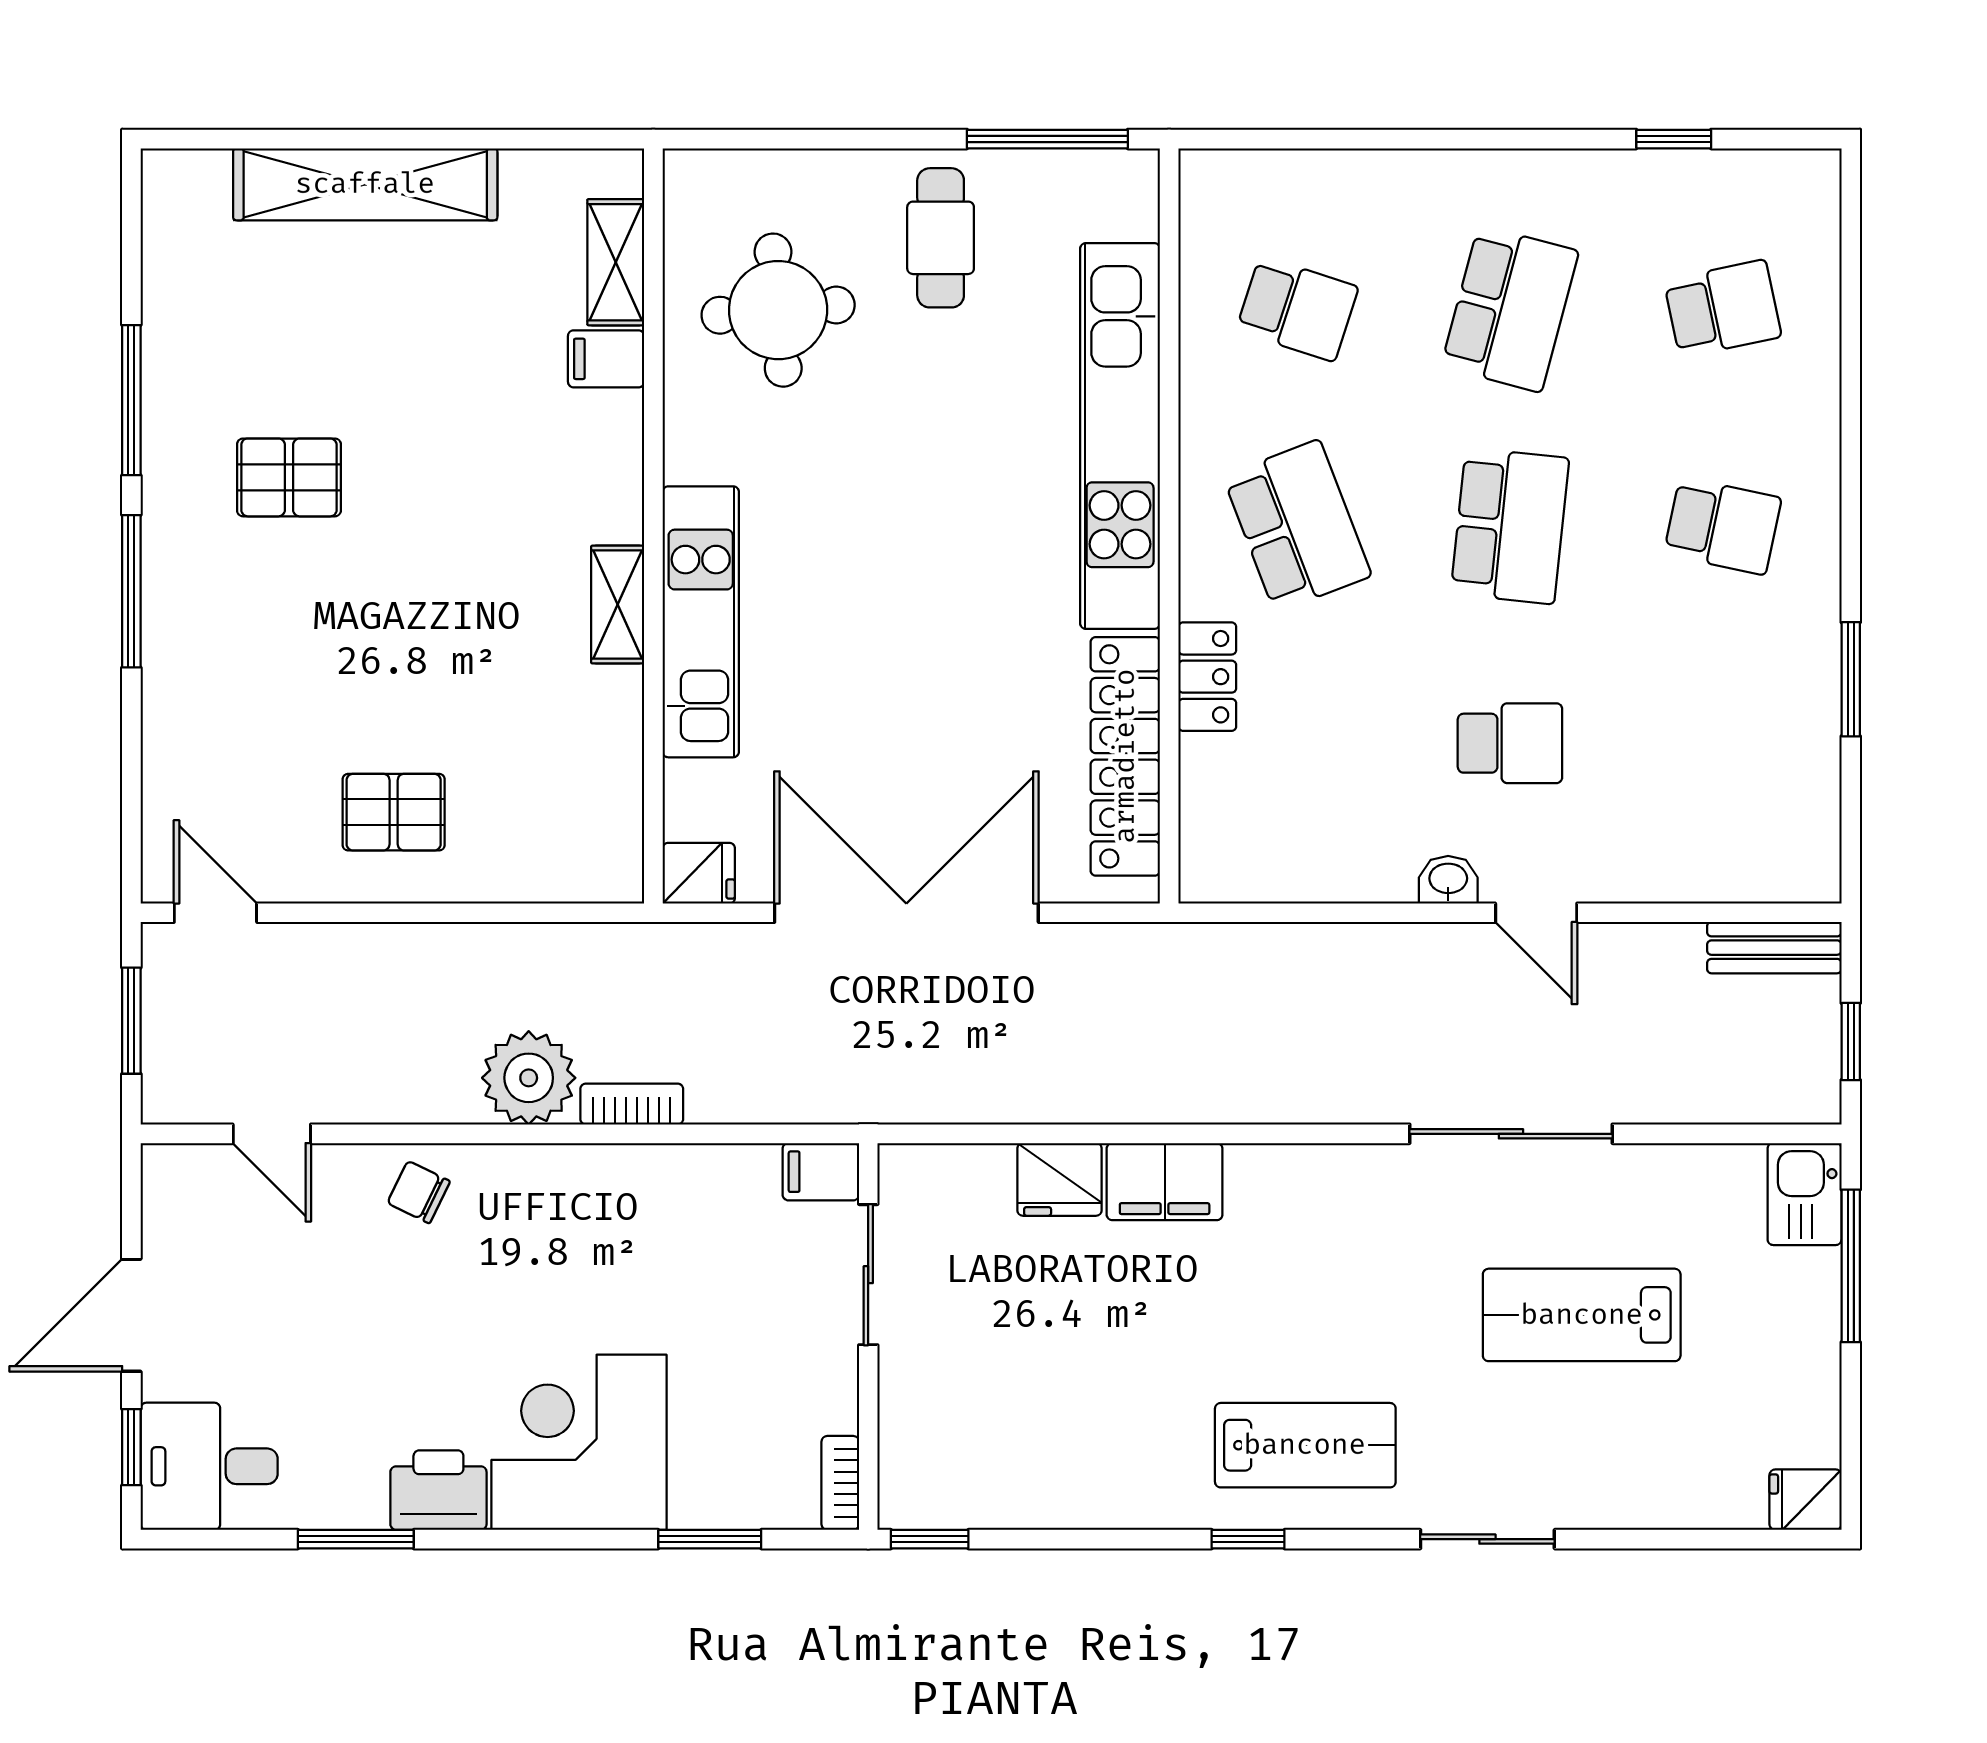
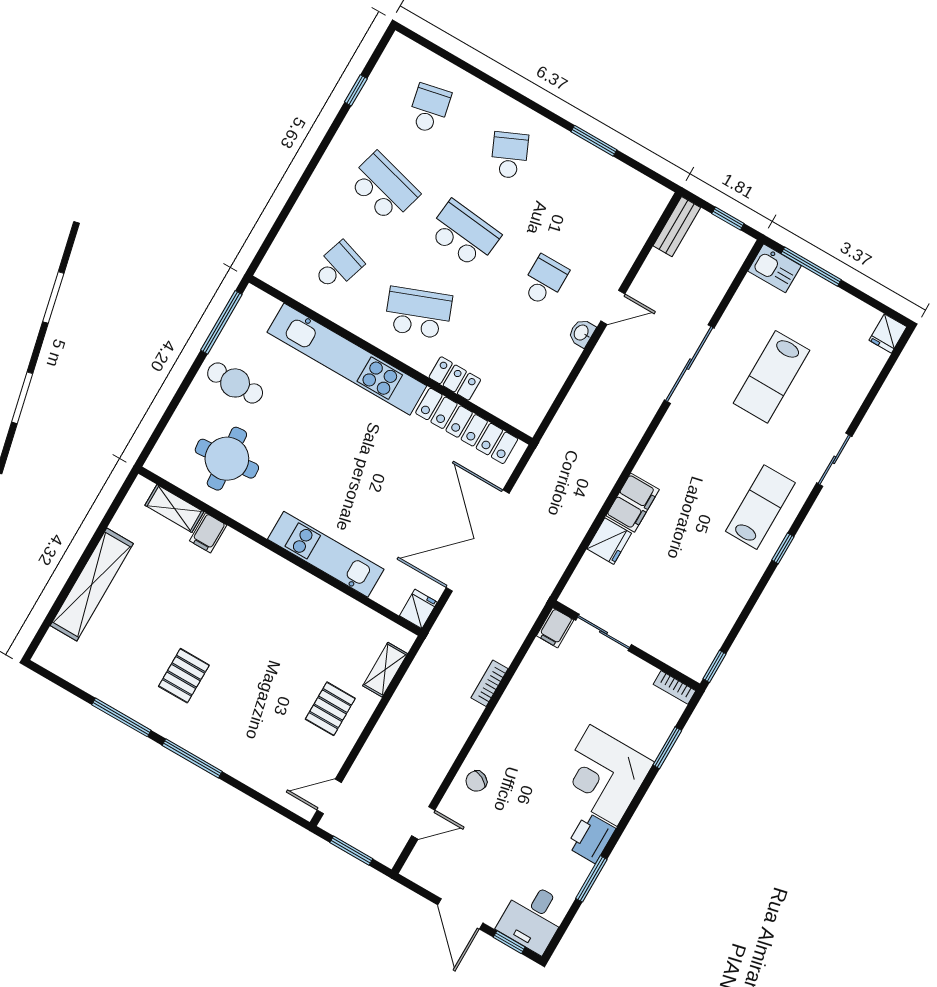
school desk: (1723, 526) -> (510, 155), turned -36
shelving: (618, 605) -> (385, 670), moved, turned 90
plant: (529, 1078) -> (458, 716), removed

